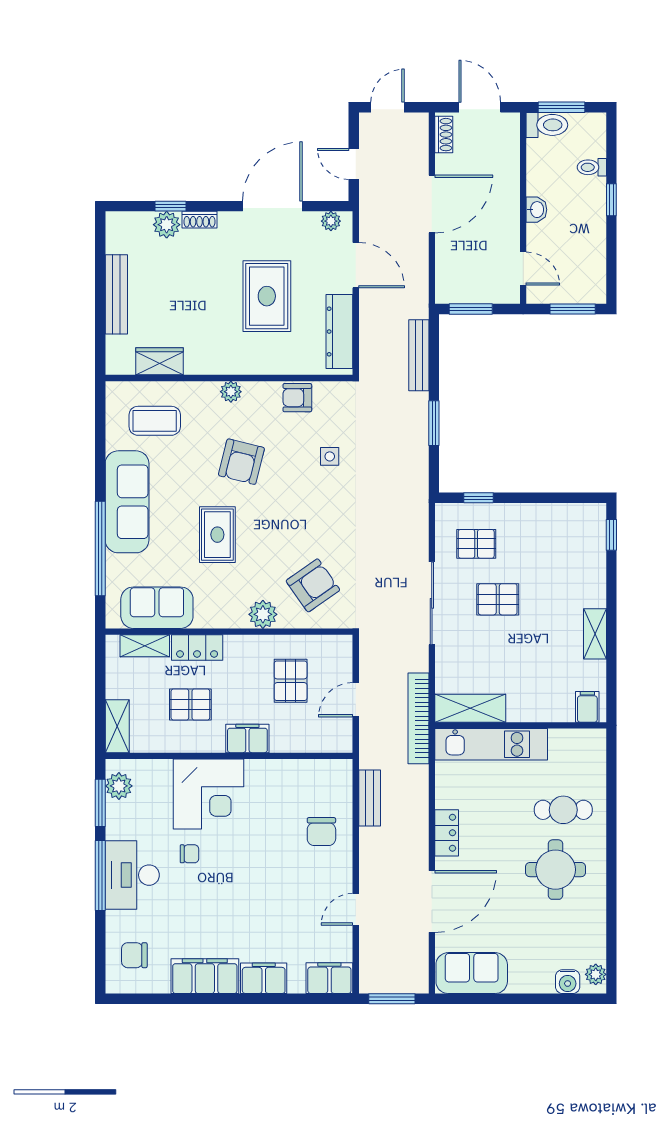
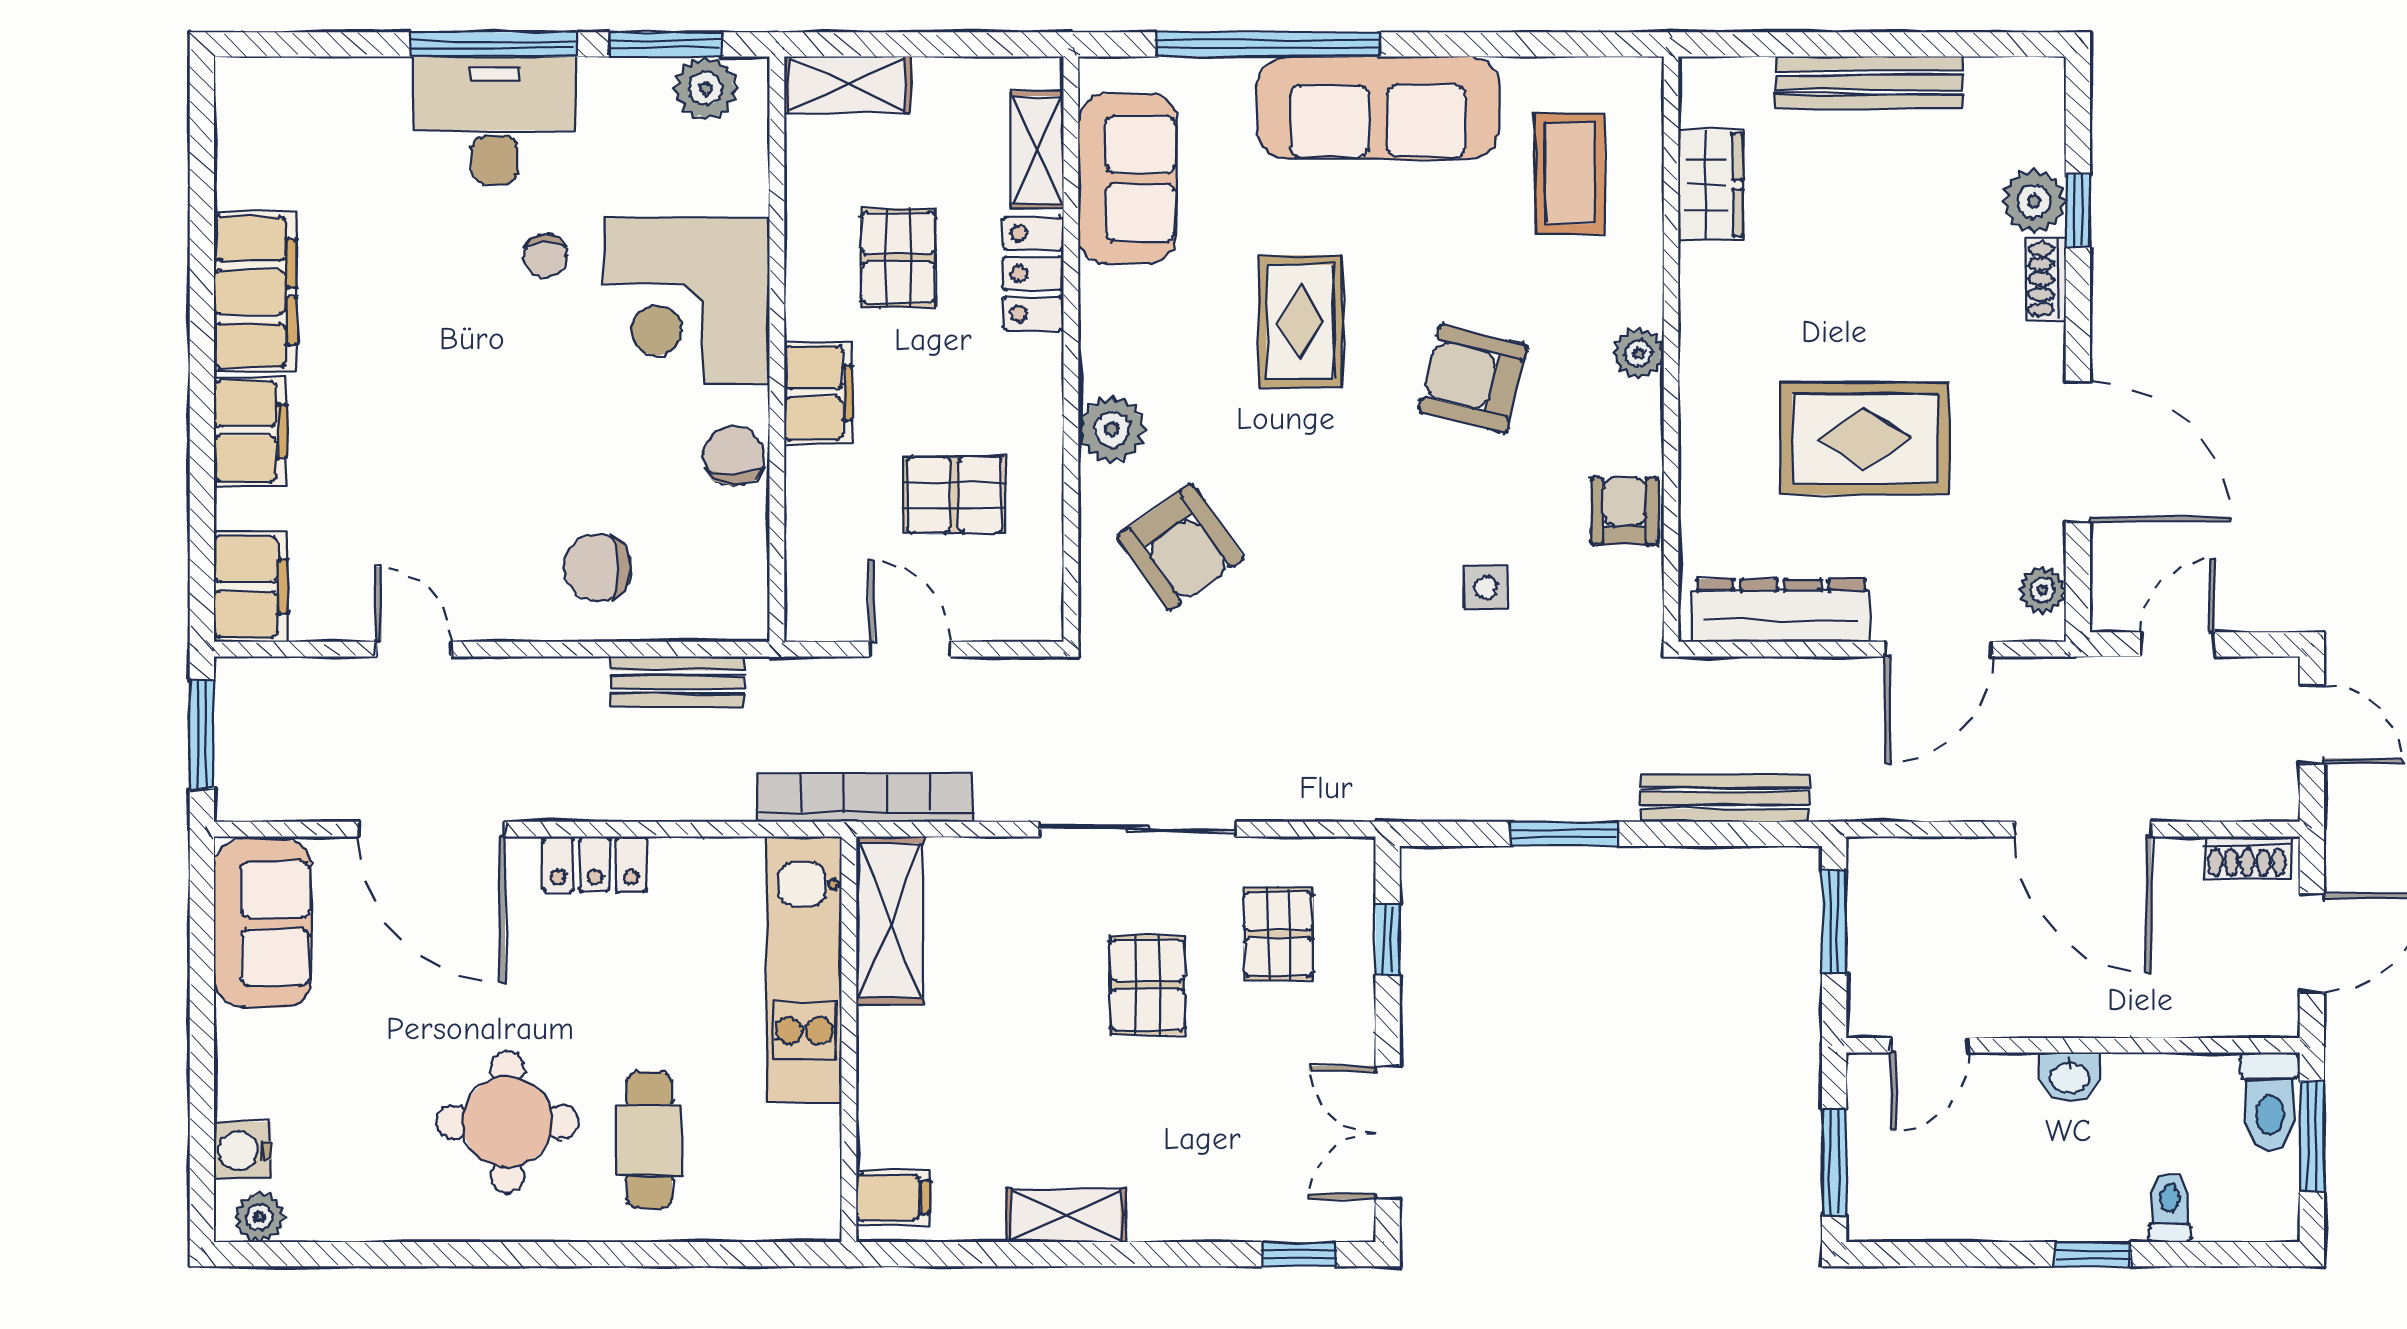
double door: (560, 498) -> (1388, 1133), added
rug: (217, 535) -> (1300, 322), turned 90
chair: (134, 955) -> (733, 456), moved

